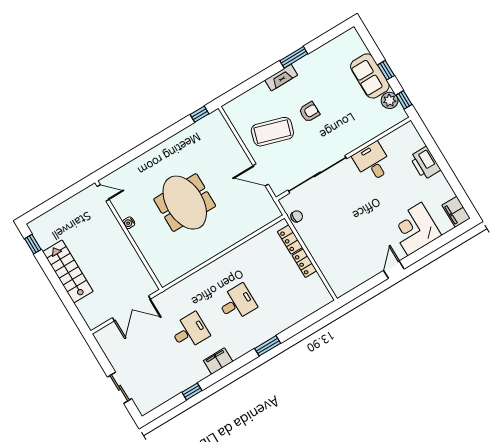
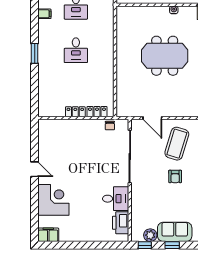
printer: (425, 163) -> (121, 223), moved, turned -90
door: (261, 175) -> (152, 118), swing flipped
filing cabinet: (218, 361) -> (44, 14), width x0.50

